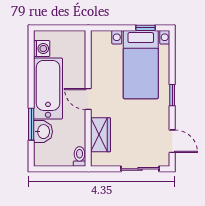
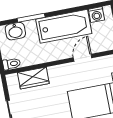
door: (88, 99) -> (83, 58), moved
washbasin: (43, 132) -> (15, 31), moved

